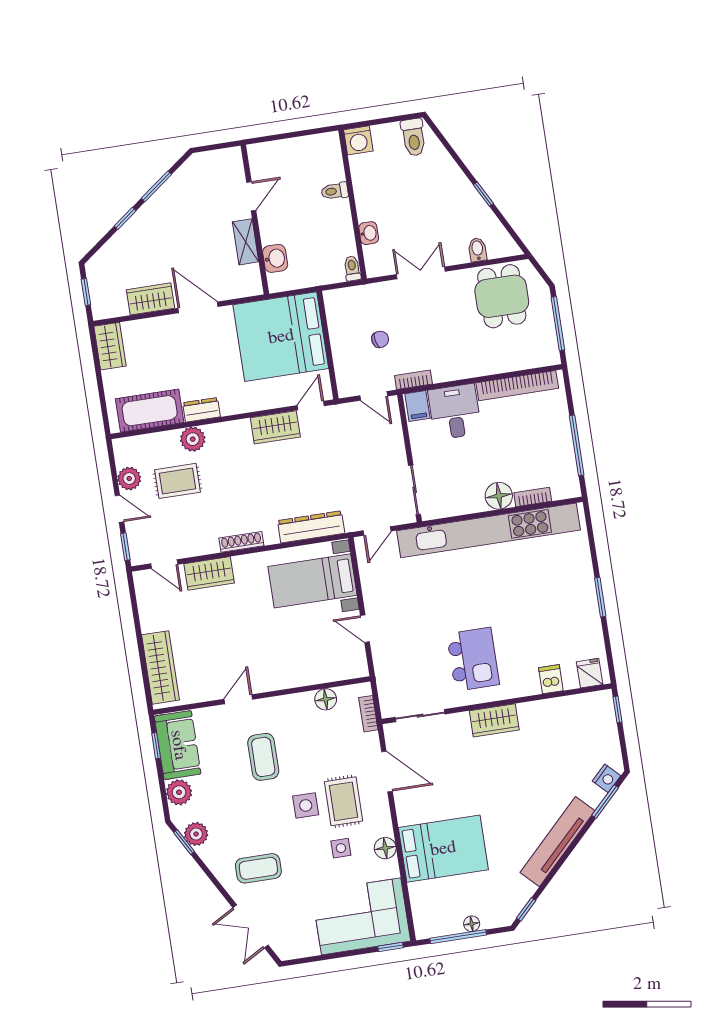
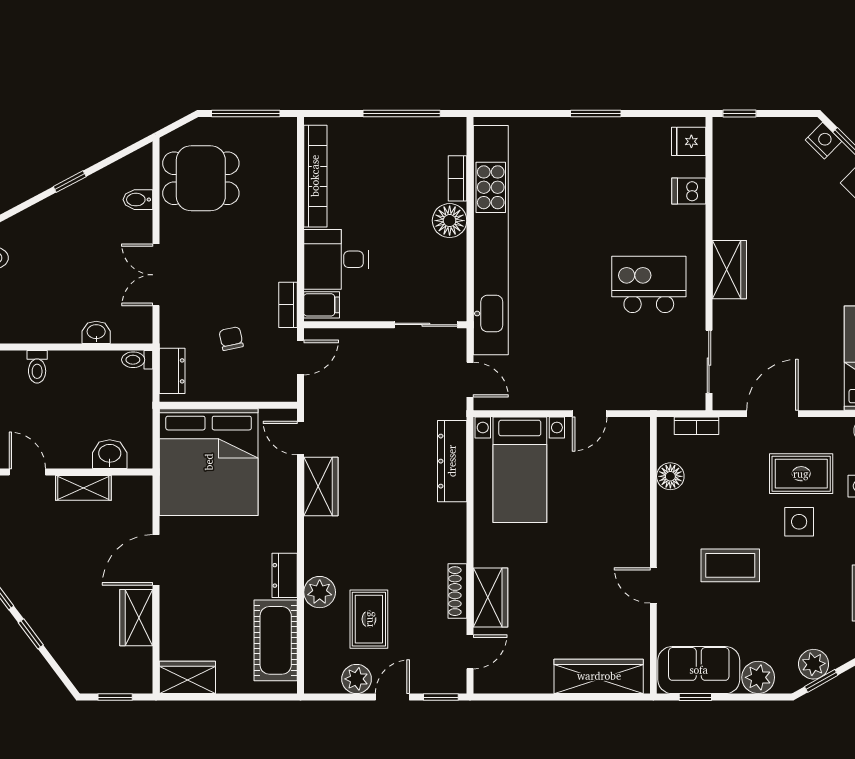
dresser: (348, 297) -> (172, 371), added
shoe rack: (241, 542) -> (457, 591), moved

